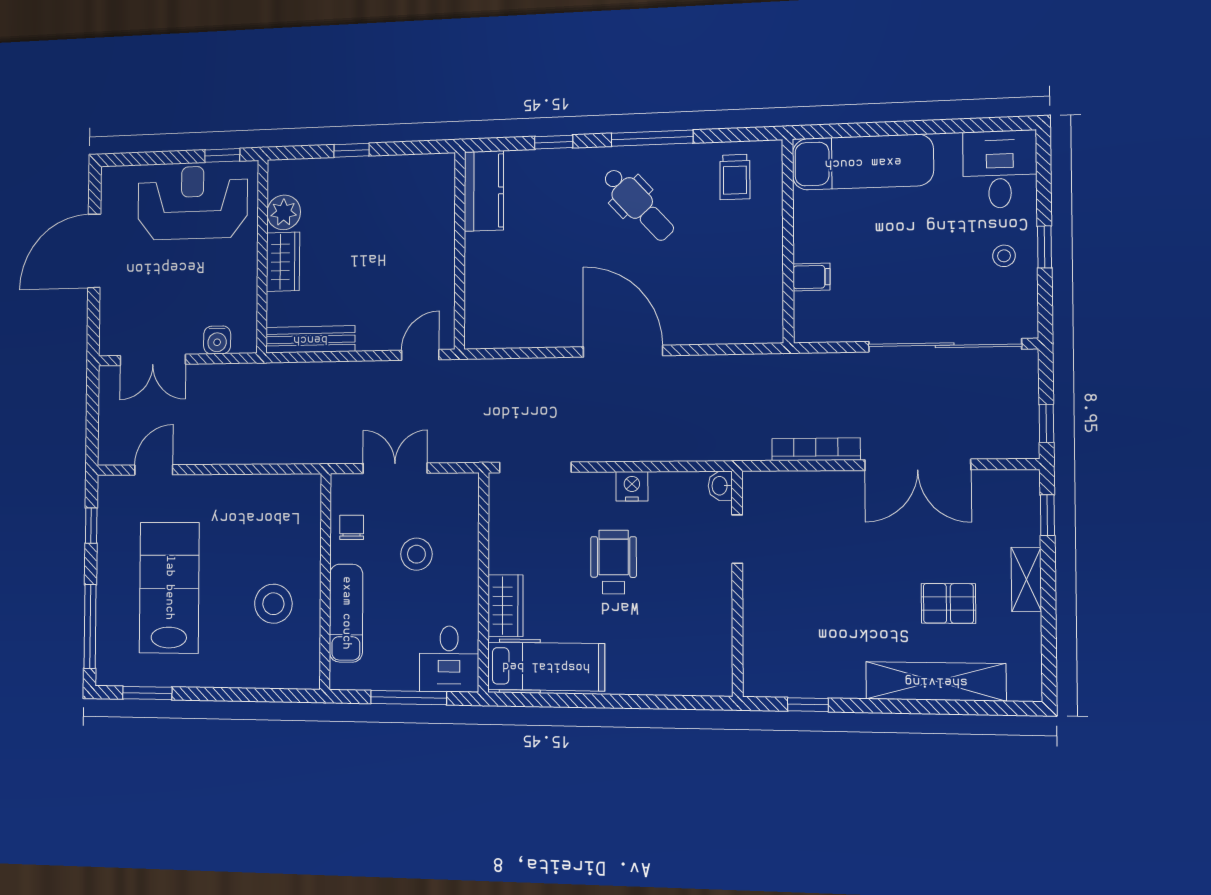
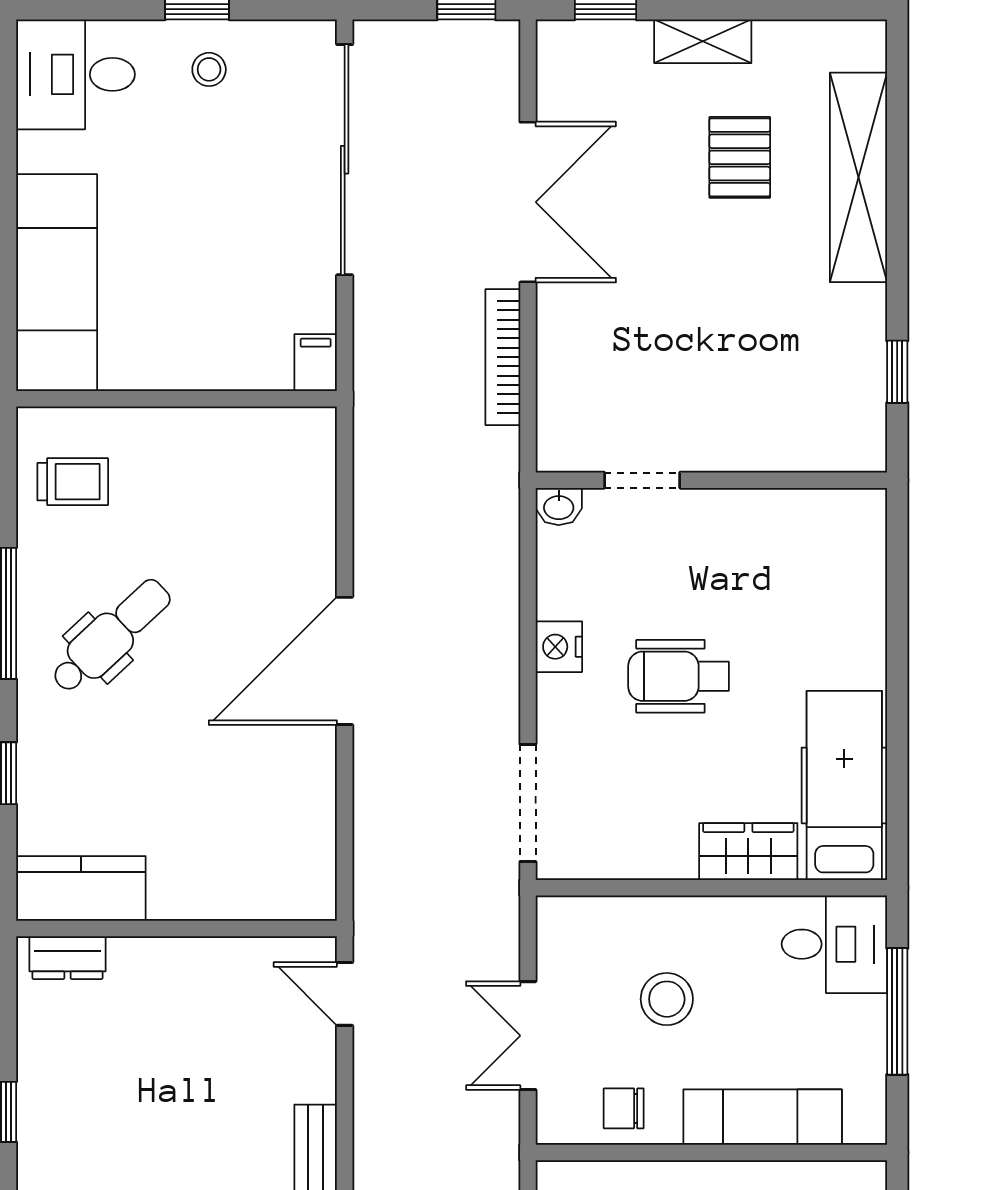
dresser: (442, 184) -> (68, 958), added
filing cabinet: (811, 277) -> (316, 363), moved

